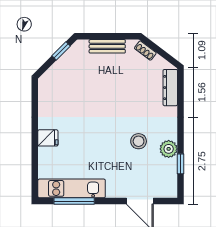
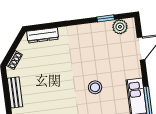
stool: (139, 141) -> (95, 87), moved
plant: (169, 149) -> (120, 27), moved

